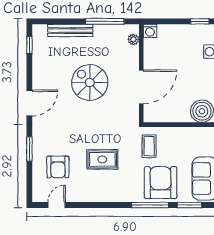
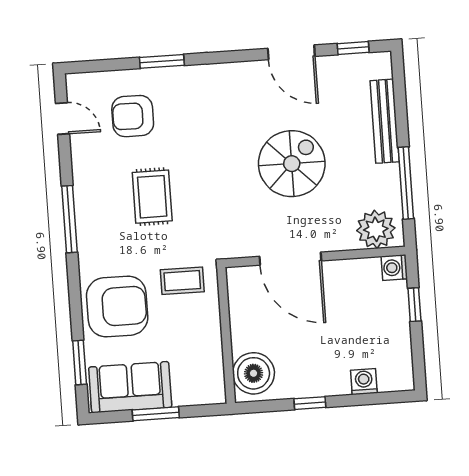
window: (200, 21) -> (414, 305), moved
plant: (133, 39) -> (376, 229), width x1.88, depth x1.88
door: (29, 103) -> (291, 52), moved
window: (150, 205) -> (70, 219), moved

